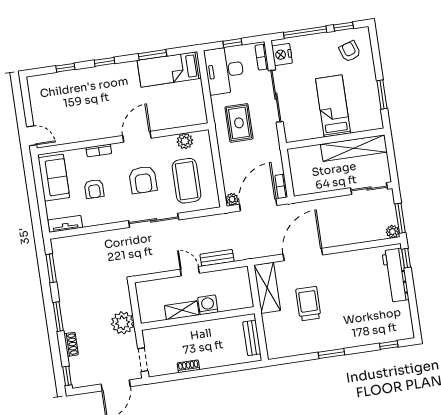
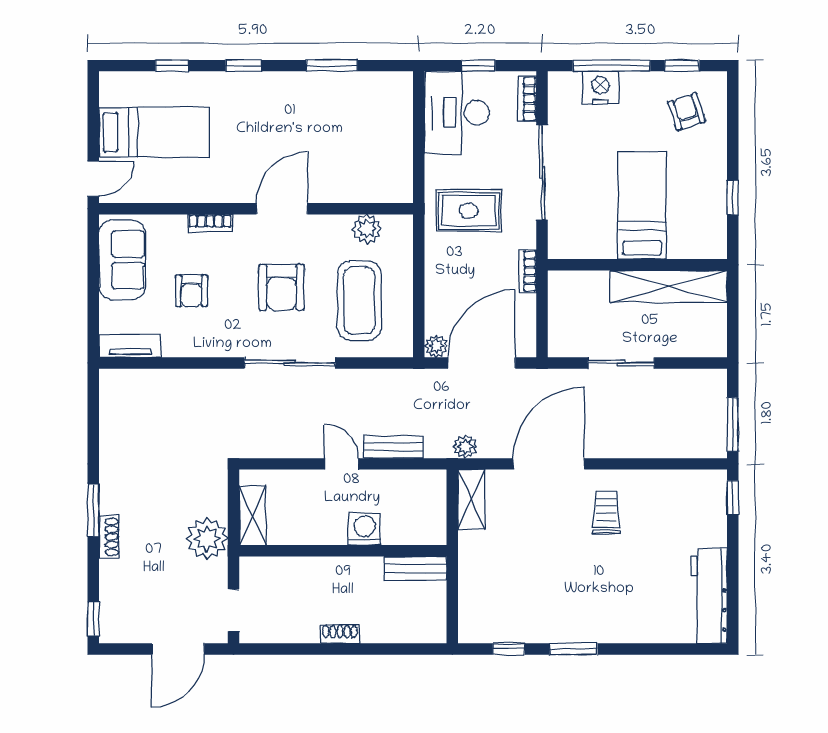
nightstand: (282, 54) -> (600, 88), moved, turned 90
bed: (169, 69) -> (154, 132), moved, turned 180
window: (382, 94) -> (733, 198), width x0.67
rug: (239, 123) -> (469, 211), turned 90
door: (32, 136) -> (93, 179), hinge flipped
bookcase: (281, 186) -> (528, 271), moved
sliding door: (369, 189) -> (621, 363), moved
plant: (392, 232) -> (465, 446), moved
window: (51, 268) -> (93, 422), removed
workbench: (396, 275) -> (709, 596), moved
shelving: (267, 288) -> (471, 499), width x0.67, depth x0.75
trolley: (308, 304) -> (606, 512), moved, width x0.73, depth x0.72
shelving: (182, 310) -> (253, 516), moved, turned 90
bench: (252, 338) -> (415, 568), moved, turned 90
shoe rack: (71, 344) -> (109, 537), moved
window: (389, 345) -> (509, 649), moved
shoe rack: (188, 366) -> (340, 634), moved

